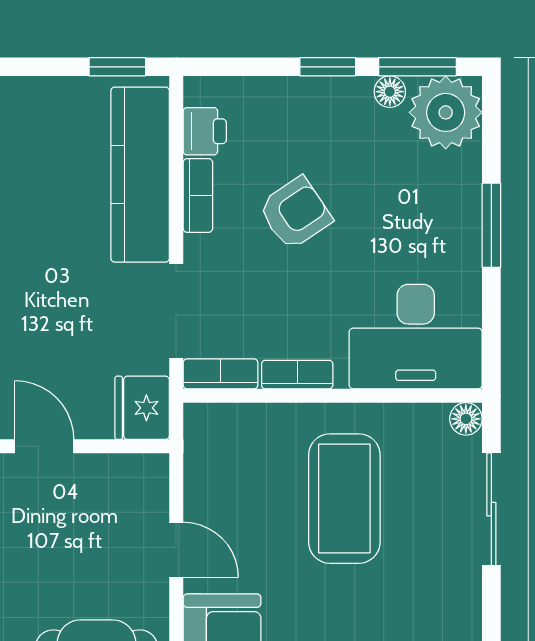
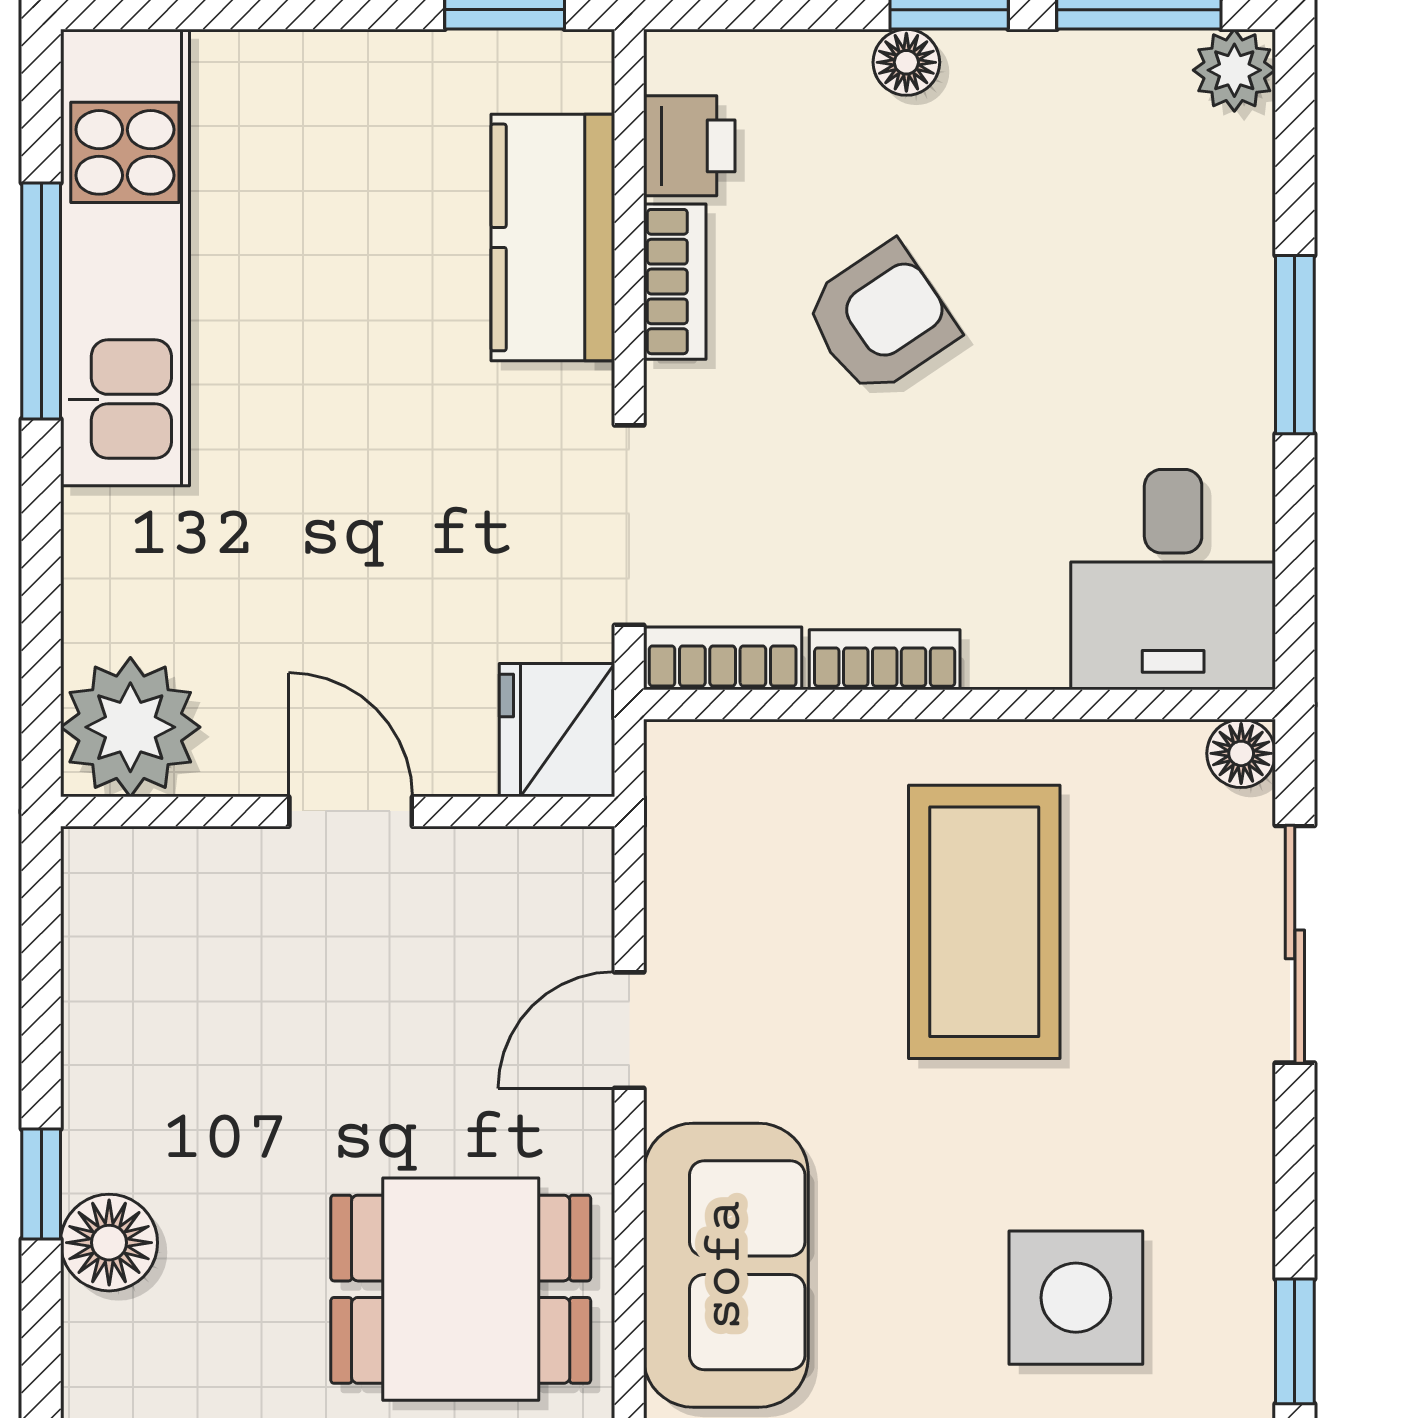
floor lamp: (390, 92) -> (906, 62), moved
plant: (446, 112) -> (1234, 70), width x0.53, depth x0.53
kitchen counter: (140, 175) -> (553, 237), width x0.67
desk: (416, 337) -> (1173, 580), width x0.73
door: (176, 550) -> (629, 1030), swing flipped

